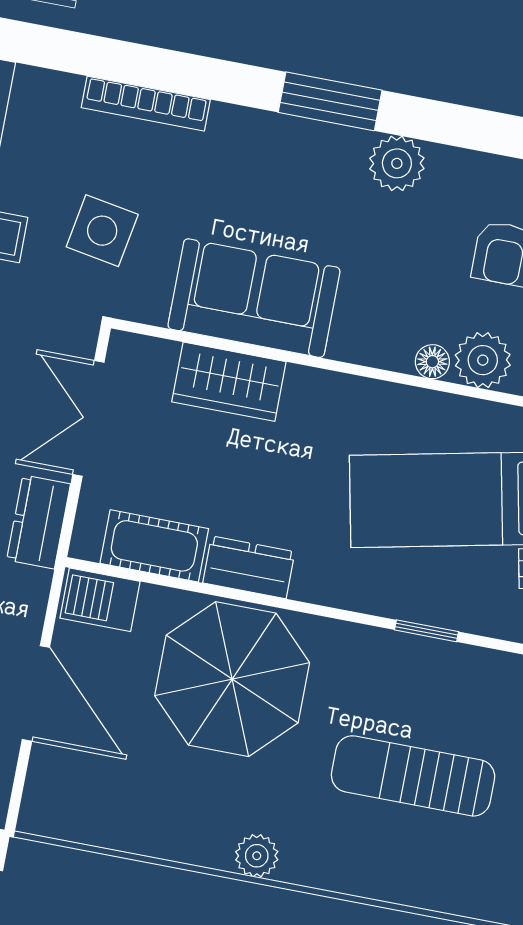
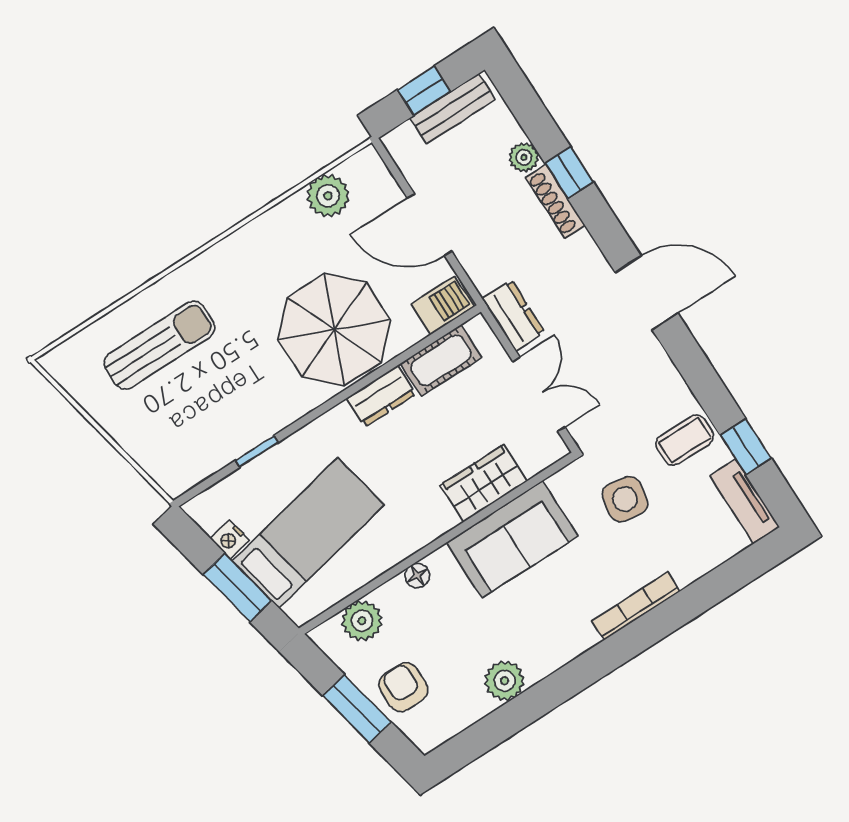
window: (330, 101) -> (570, 680), removed
bookcase: (146, 104) -> (636, 606), moved
floor lamp: (432, 362) -> (417, 576), moved
sun lounger: (413, 776) -> (159, 345), moved
plant: (257, 856) -> (328, 196), moved, width x1.38, depth x1.38

